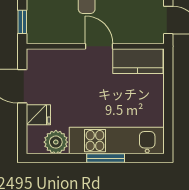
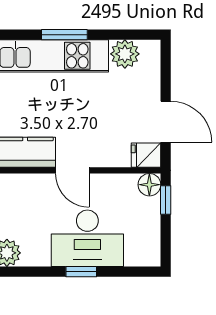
floor lamp: (36, 34) -> (149, 185), added
fridge: (38, 115) -> (146, 155), moved

